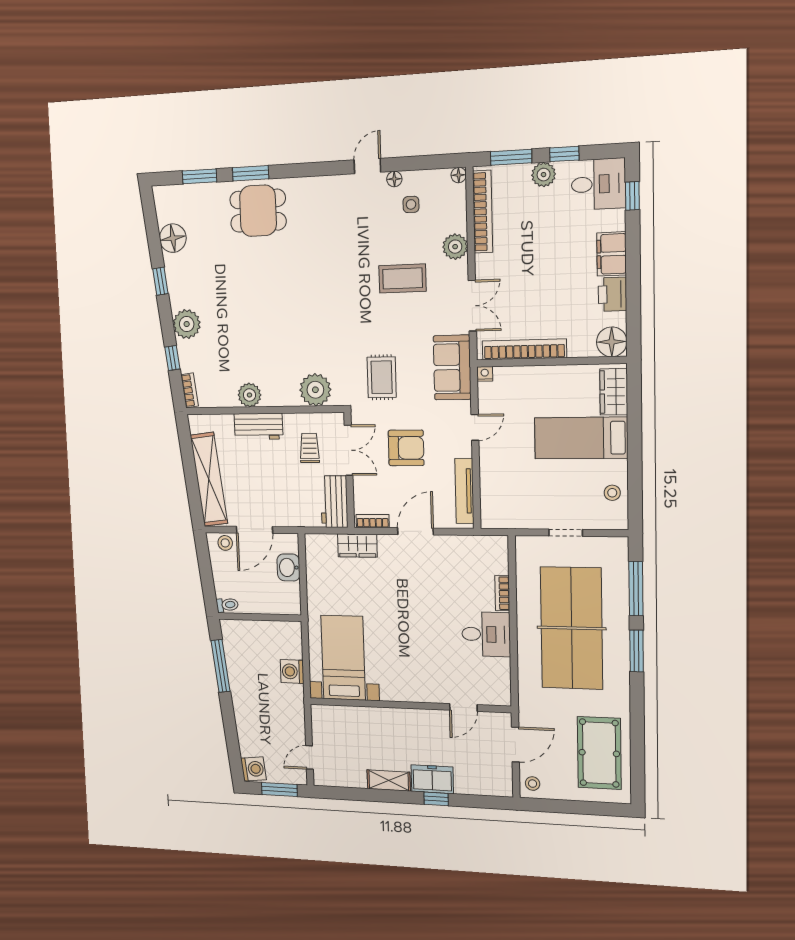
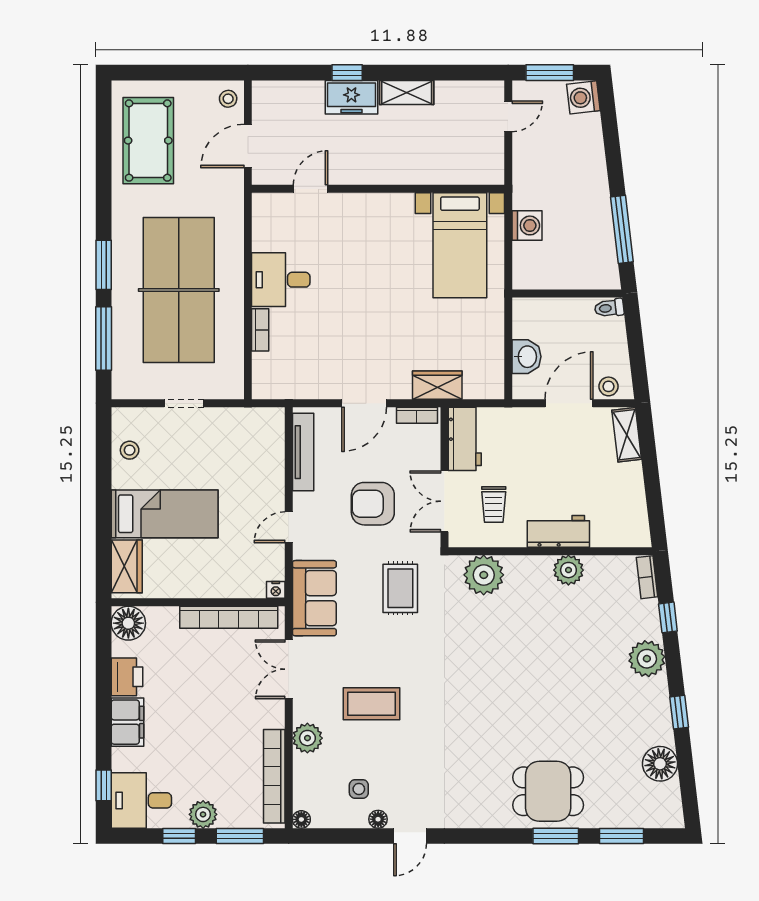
shelving: (209, 479) -> (627, 435), width x0.45, depth x0.75

